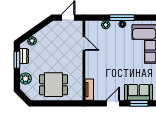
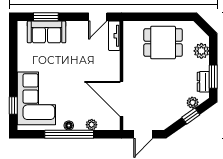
window: (122, 18) -> (69, 134), width x1.46
window: (33, 31) -> (191, 116), added
door: (84, 44) -> (122, 99), width x1.87
door: (113, 103) -> (98, 17), moved

